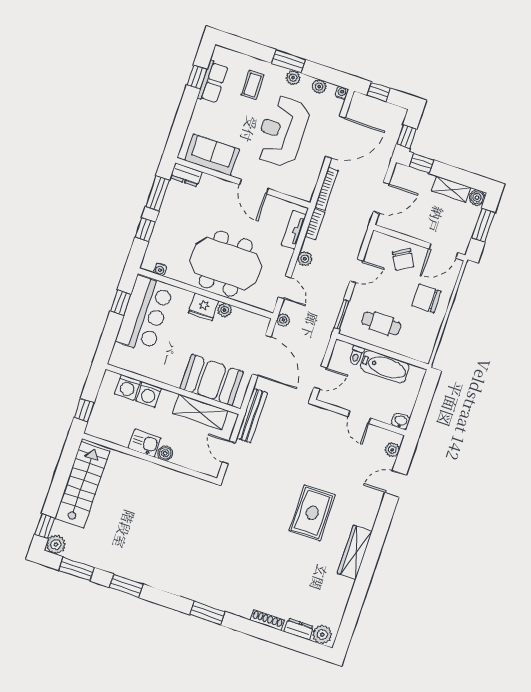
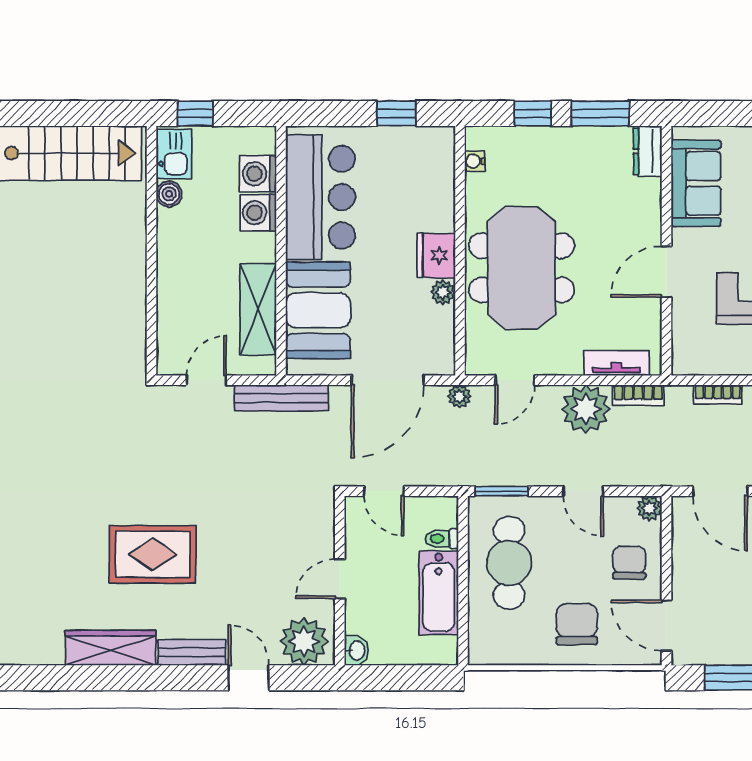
bookcase: (327, 189) -> (718, 394), width x0.64
plant: (378, 239) -> (649, 508), added
plant: (305, 259) -> (586, 409), width x1.87, depth x1.87
chair: (403, 259) -> (629, 563), turned 119
bar counter: (145, 314) -> (320, 197), moved, turned -90
cafe table: (381, 324) -> (509, 563), width x1.37, depth x1.35
kitchen sink: (145, 443) -> (174, 154), moved
plant: (392, 450) -> (304, 641), width x1.87, depth x1.87
boiler: (165, 453) -> (169, 194), moved
bench: (372, 510) -> (192, 652), added

